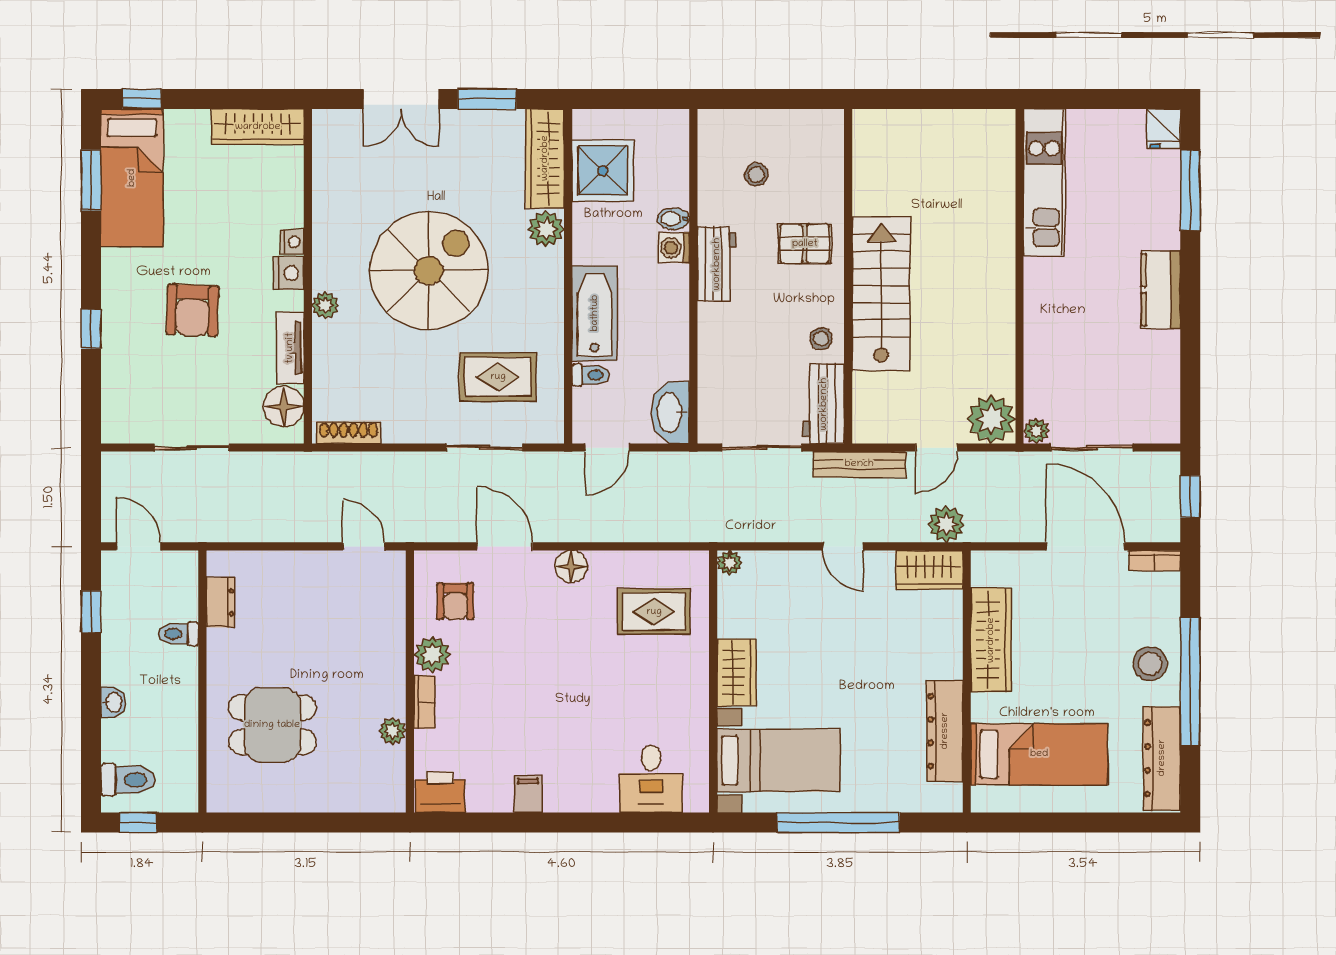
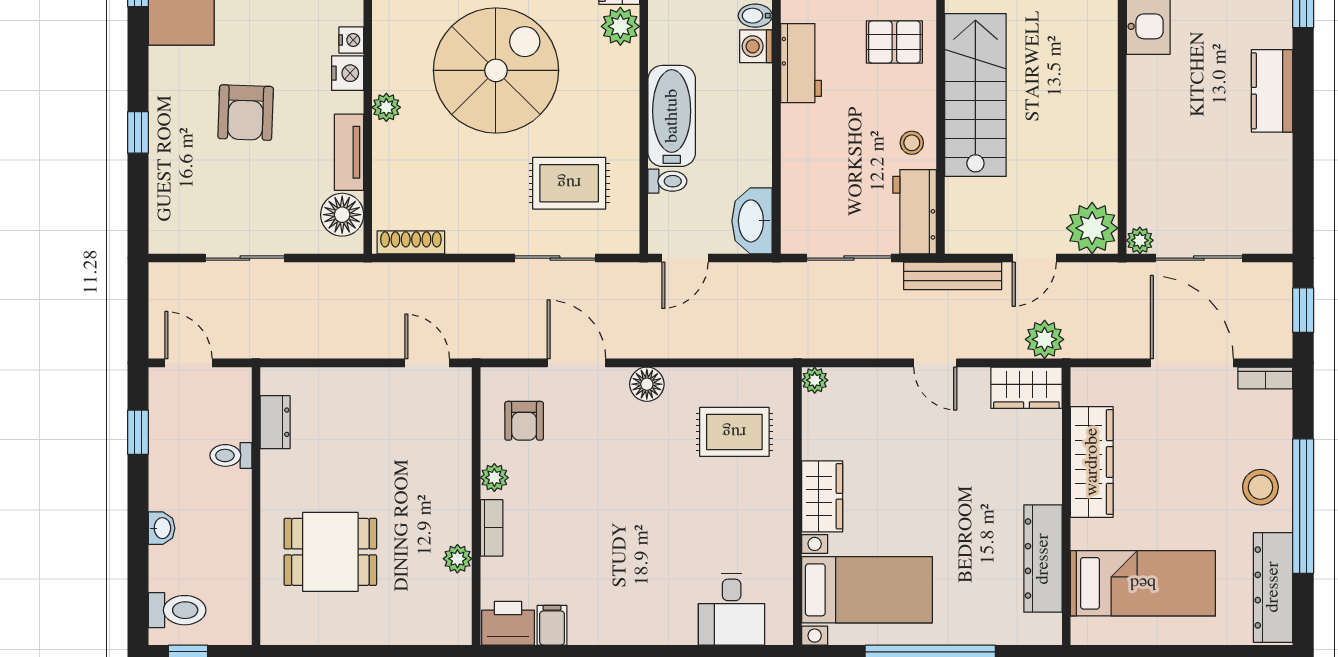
plant: (432, 655) -> (494, 478), width x0.73, depth x0.73
filing cabinet: (528, 794) -> (552, 625), moved

